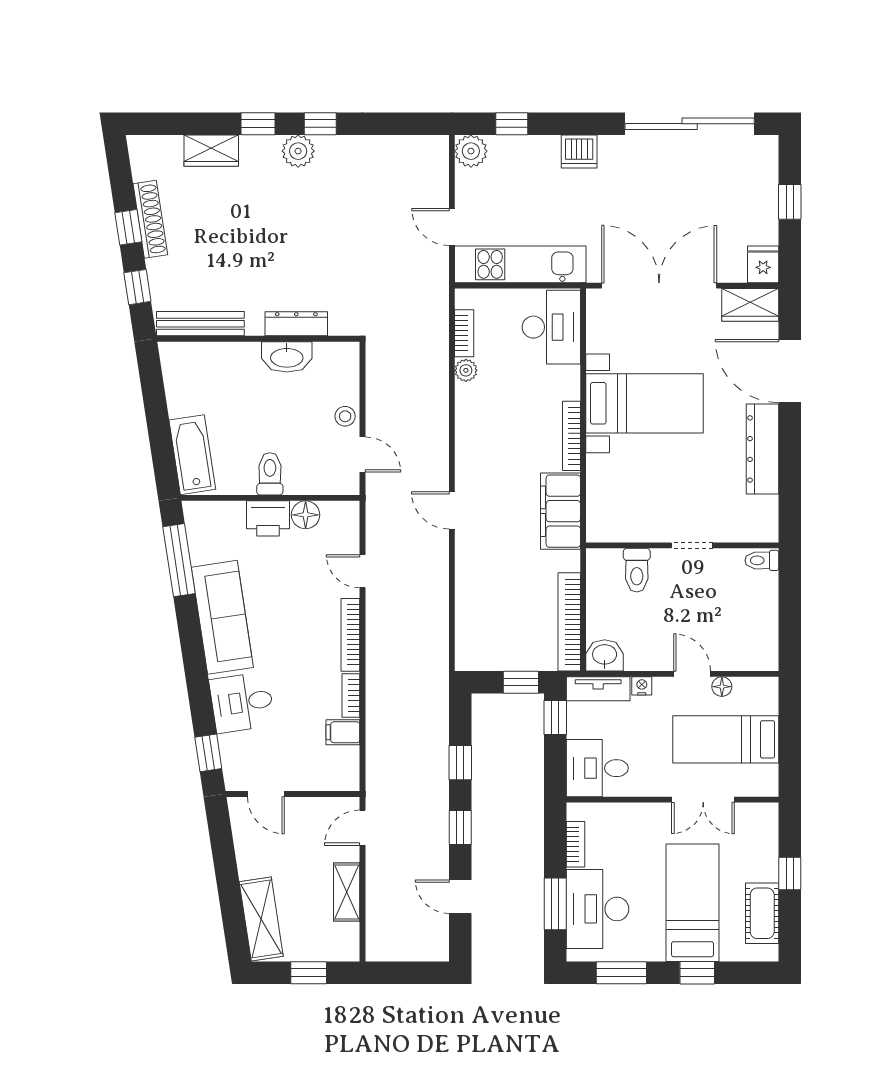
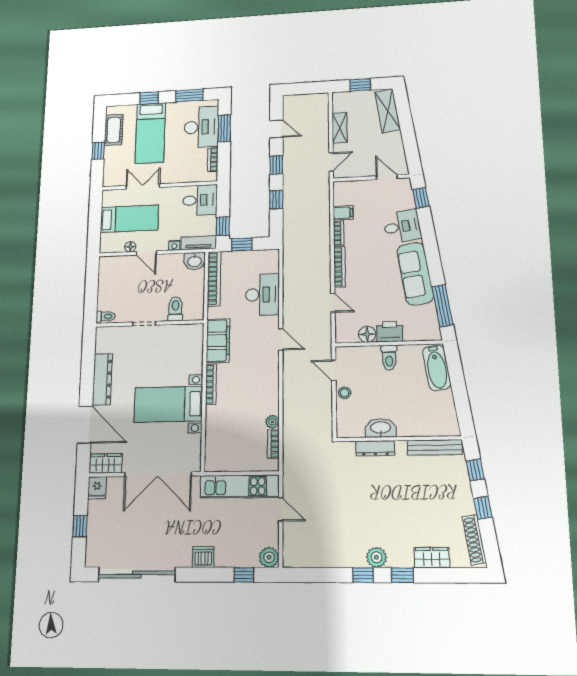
shoe rack: (150, 219) -> (474, 540), moved
desk: (551, 327) -> (263, 295), moved, turned 180

